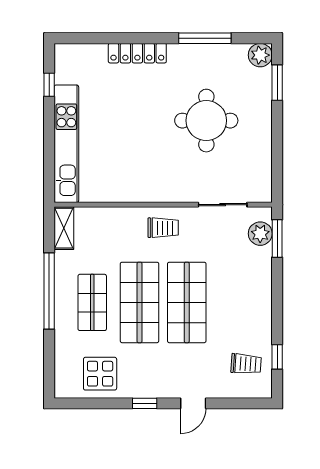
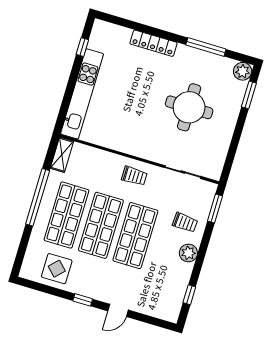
plant: (260, 234) -> (188, 253), moved
shop shelf: (92, 302) -> (66, 215), width x1.43, depth x1.36
trolley: (246, 364) -> (185, 223), moved

